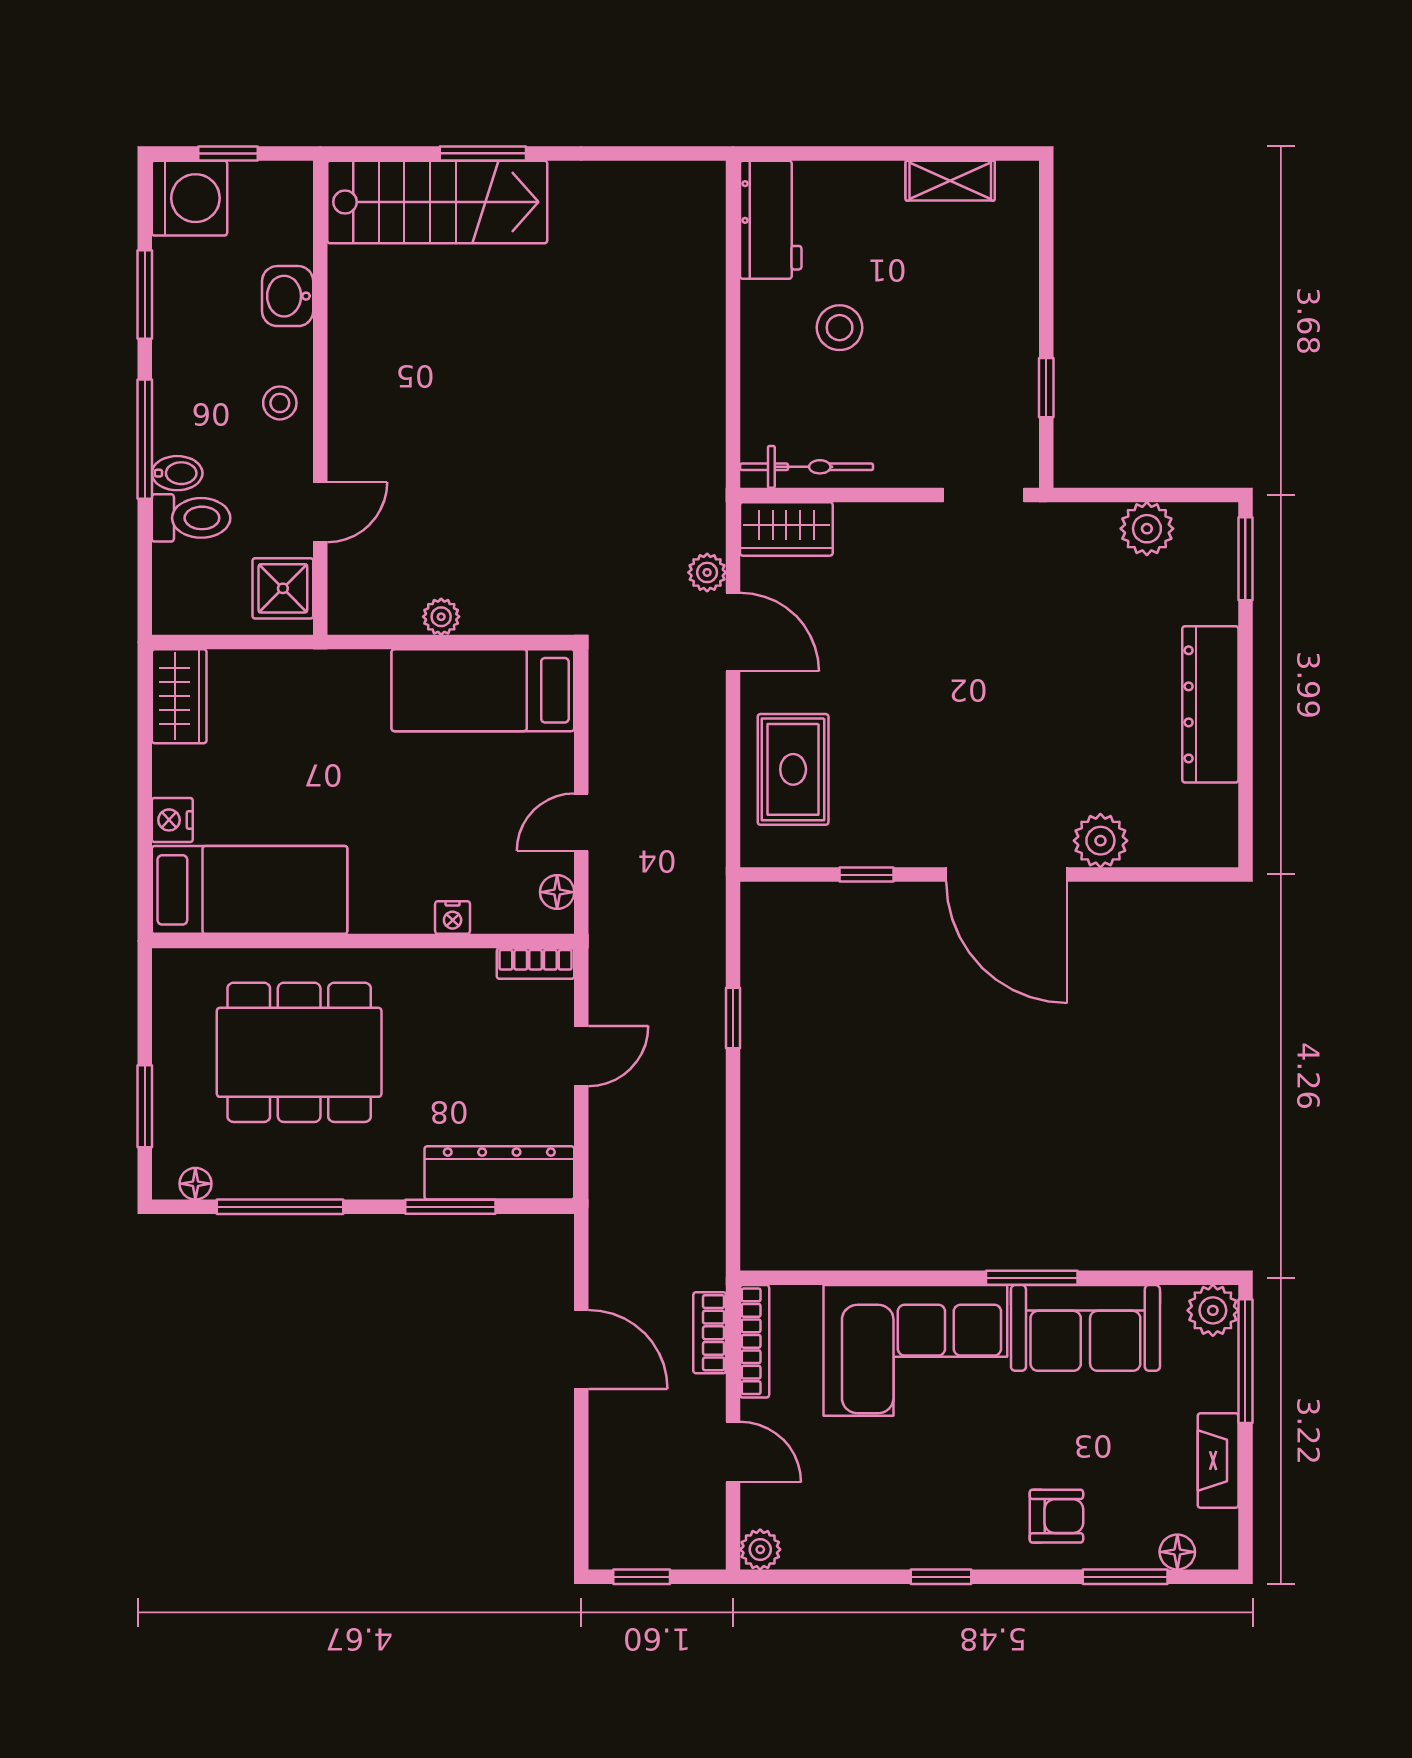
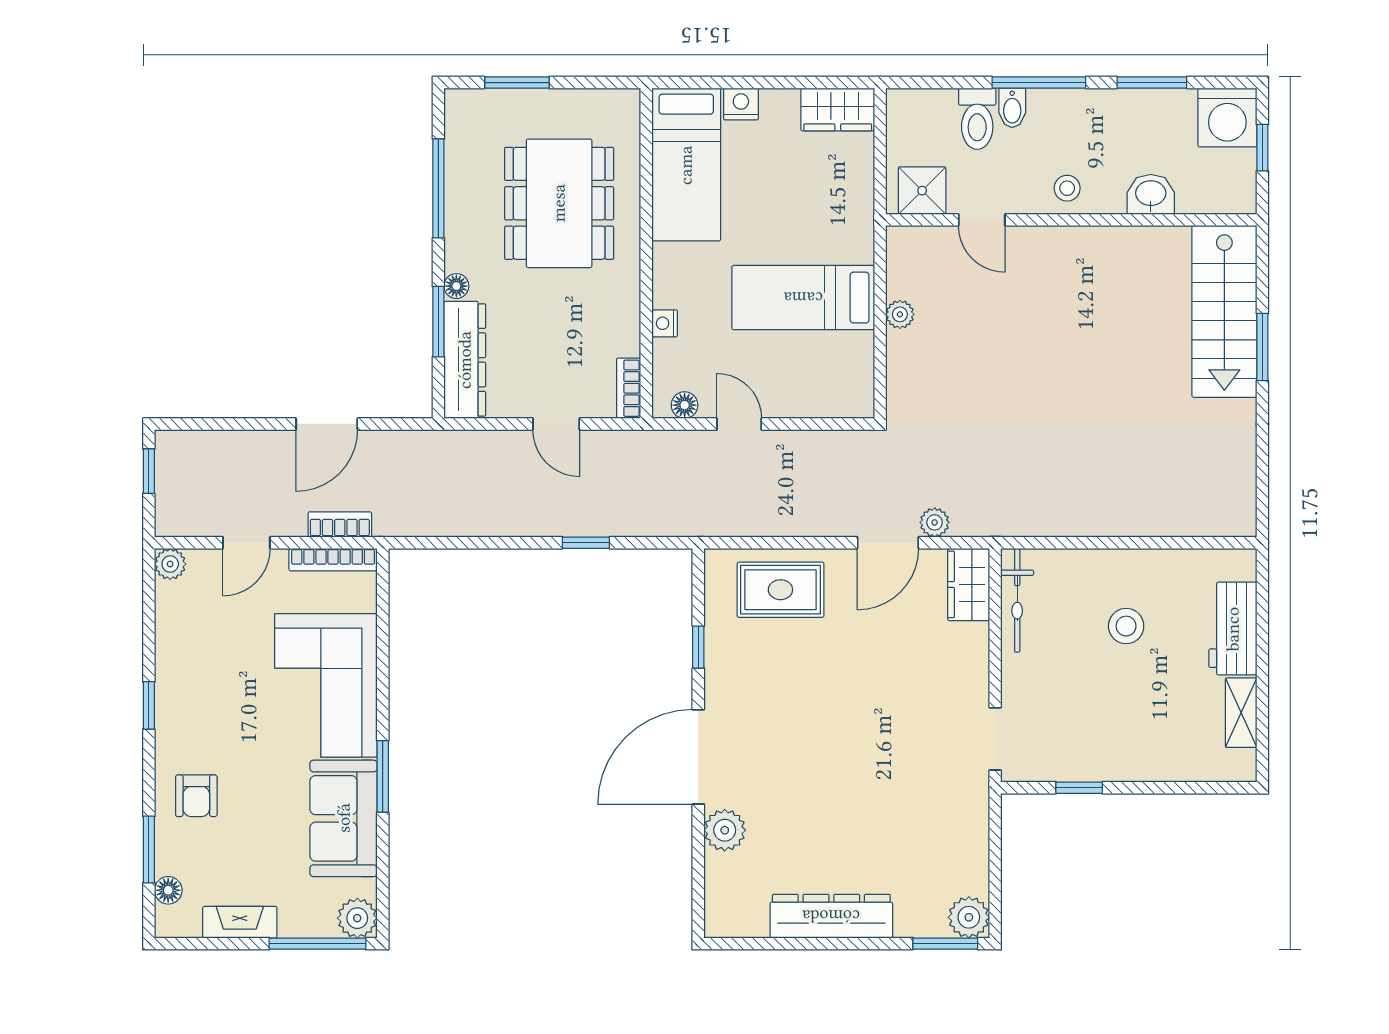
workbench: (771, 220) -> (1233, 629), moved, turned 90
plant: (1147, 529) -> (969, 917), moved
bed: (483, 690) -> (803, 298), moved, turned -90
floor lamp: (195, 1184) -> (456, 286), moved

